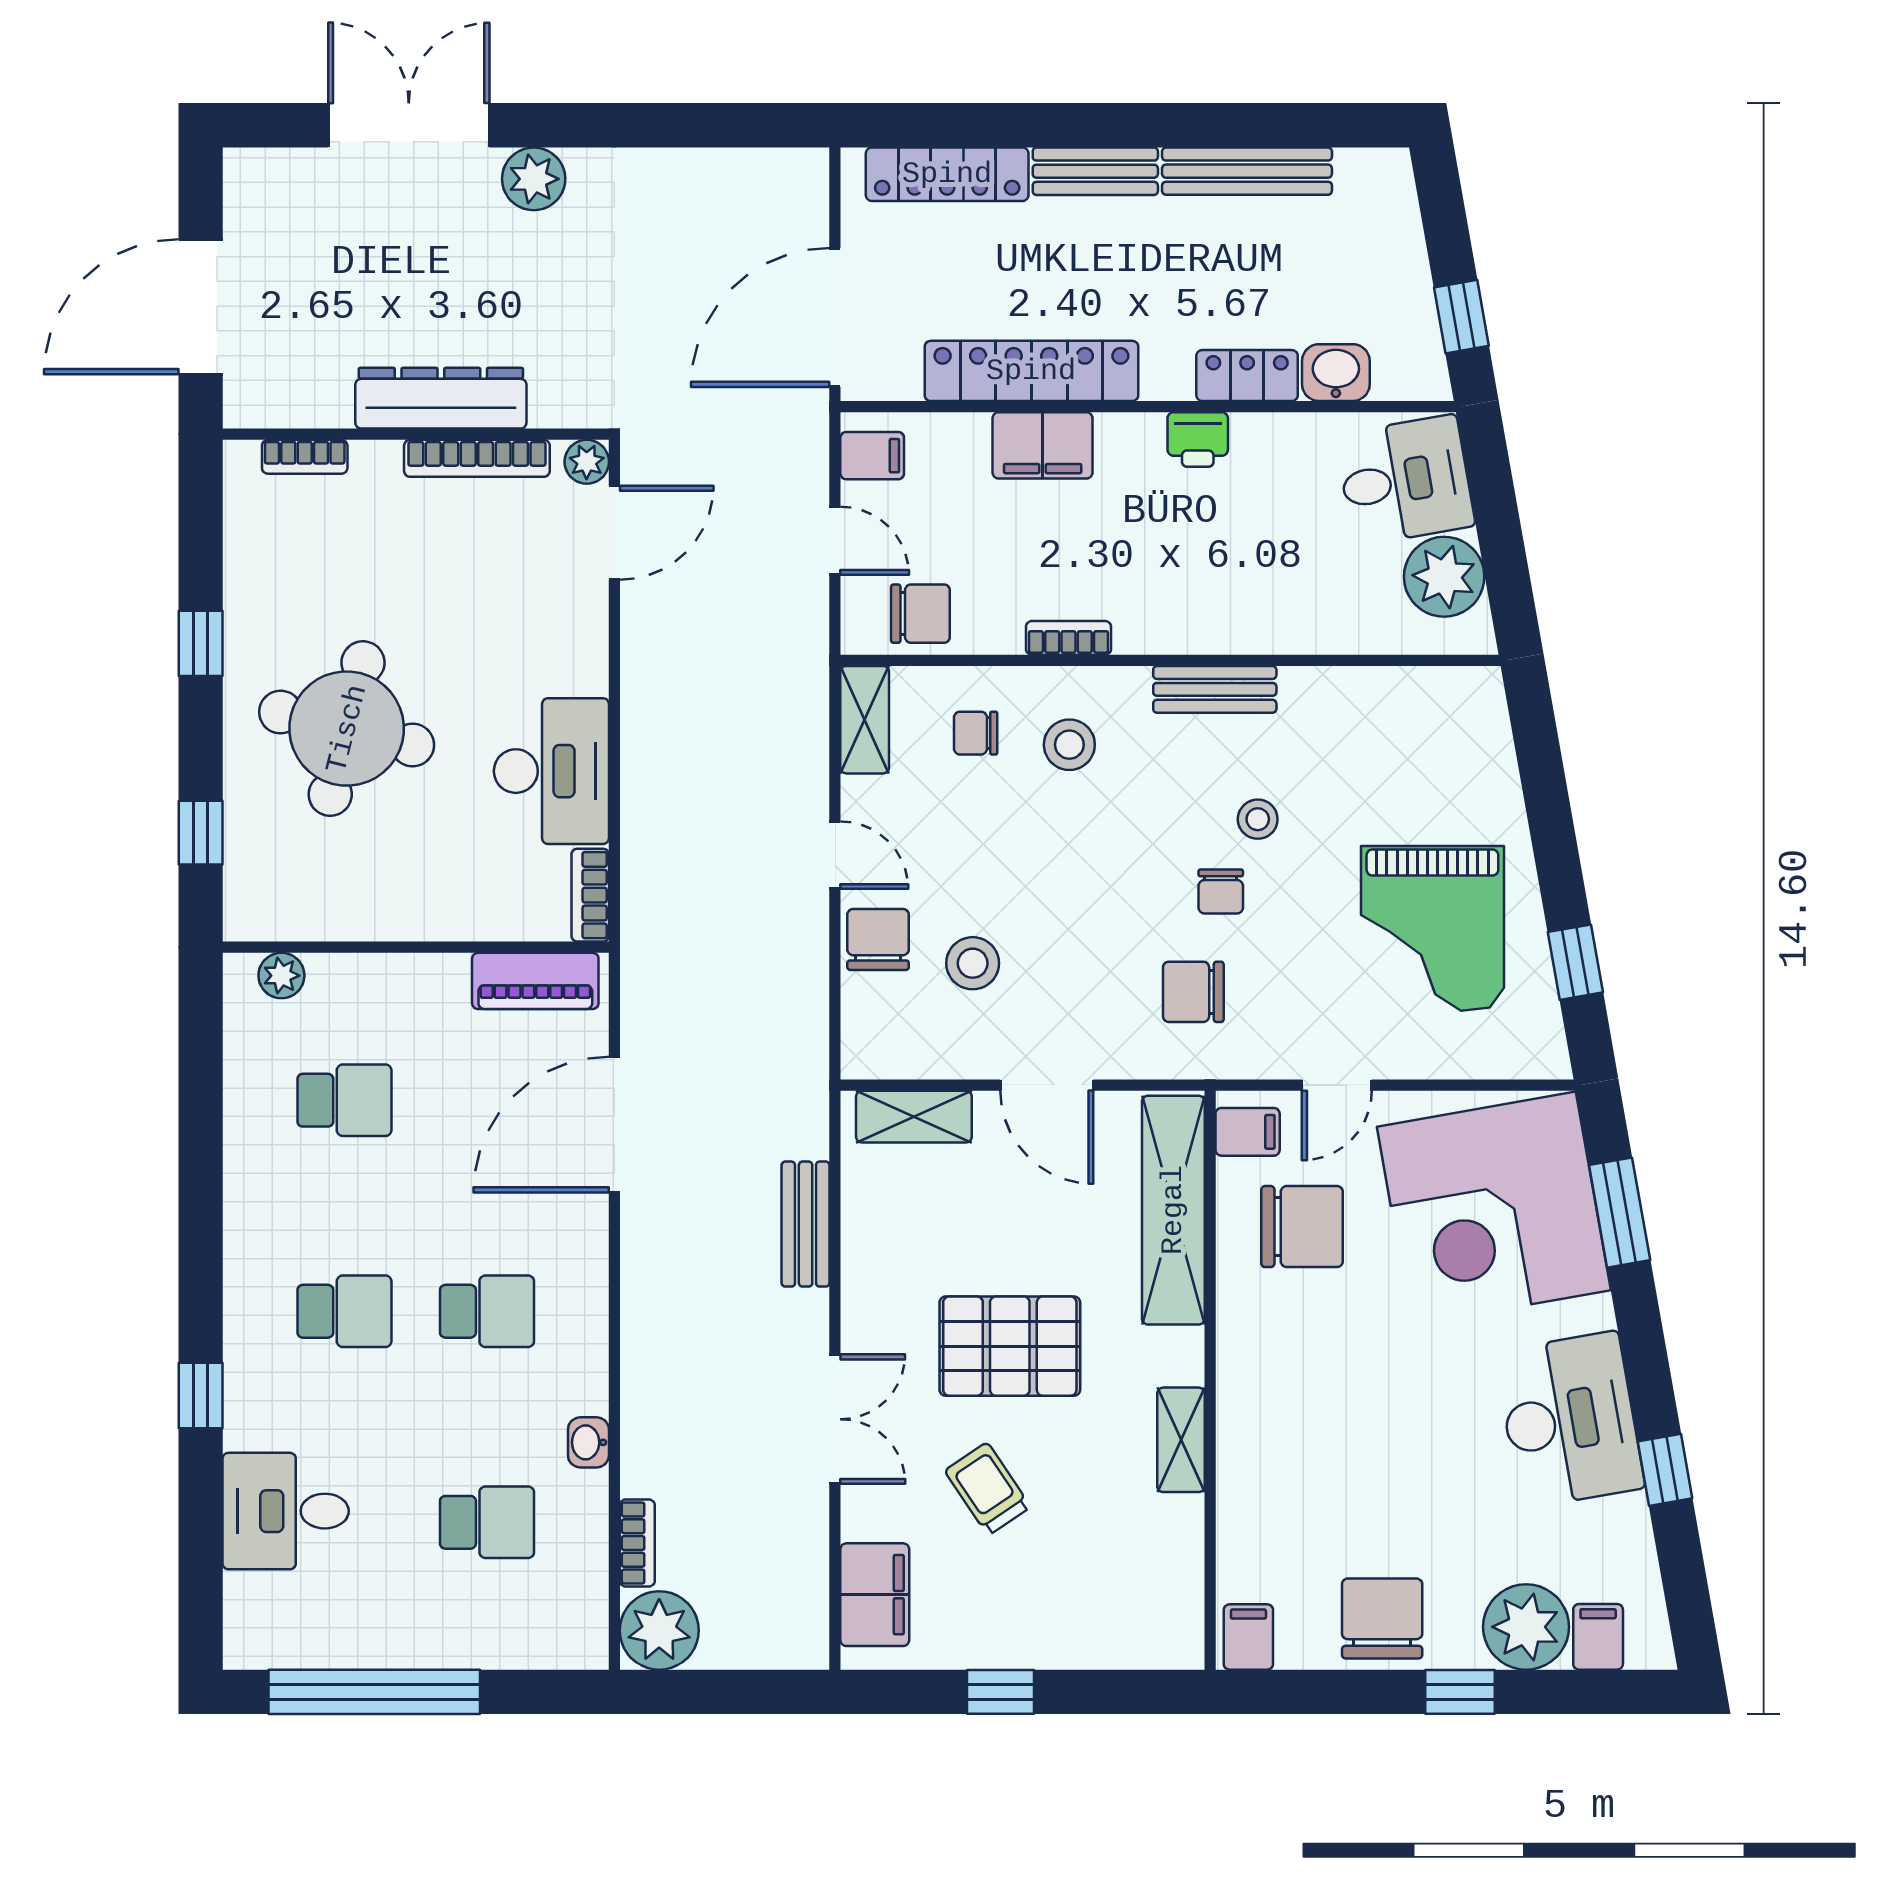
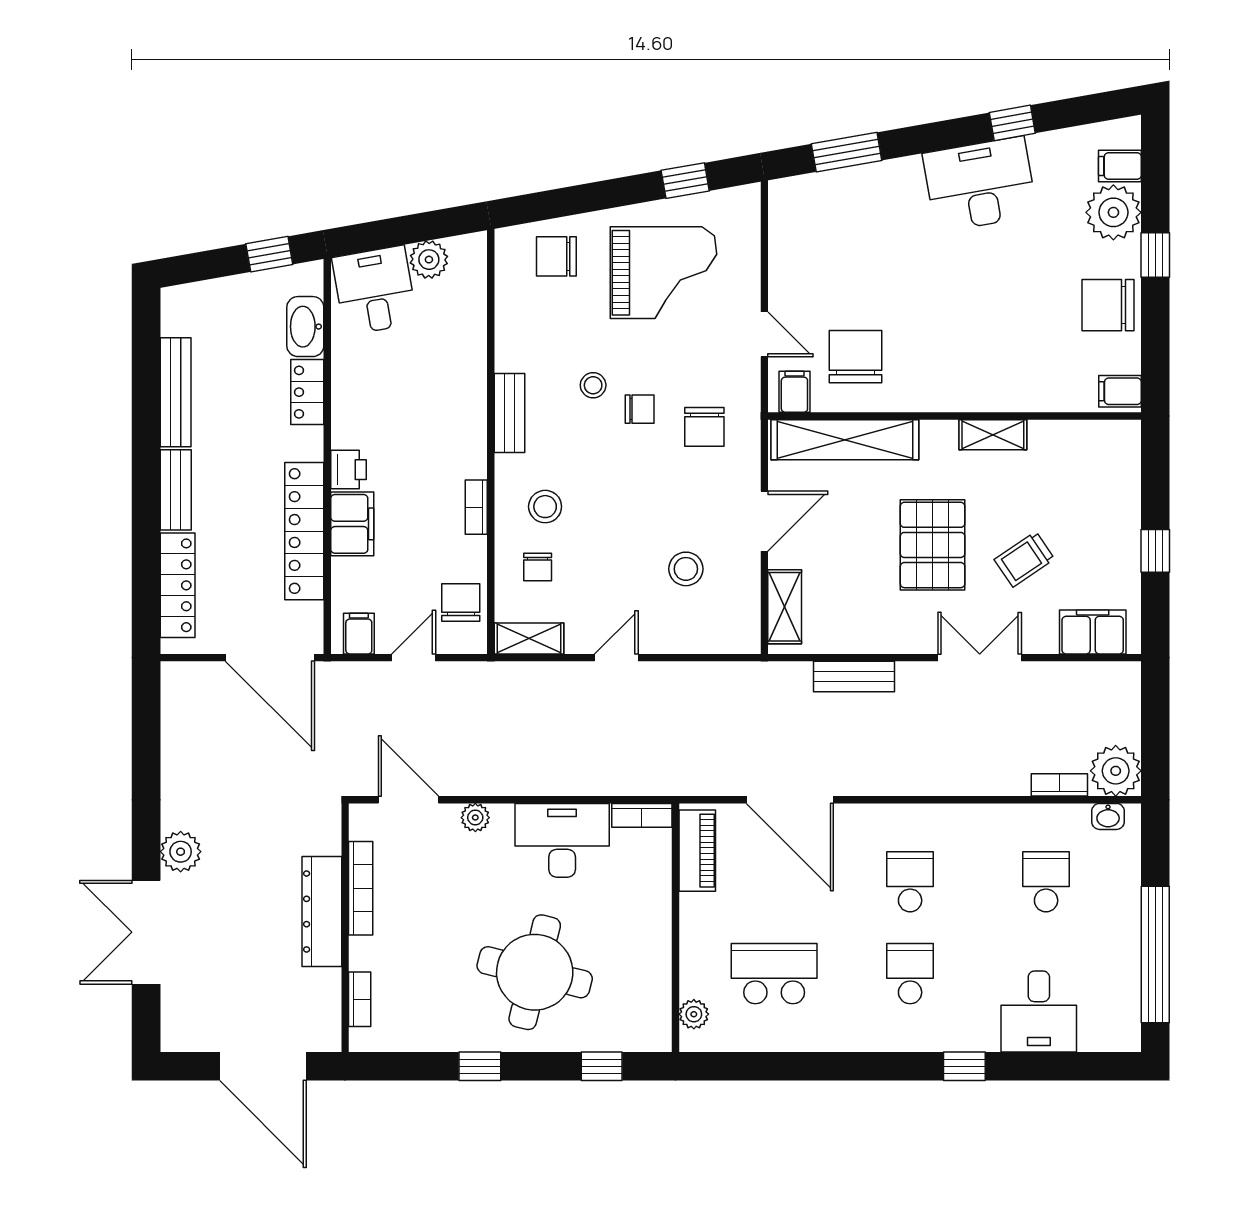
washbasin: (1336, 373) -> (305, 327), width x1.38
printer: (1198, 439) -> (348, 470), moved
plant: (587, 462) -> (475, 818), moved
plant: (1444, 577) -> (429, 260), width x0.73, depth x0.73
chair: (878, 939) -> (556, 256), moved
school desk: (344, 1100) -> (774, 974), width x1.85
corner desk: (1494, 1208) -> (844, 233), removed
washbasin: (588, 1442) -> (1108, 816), moved

